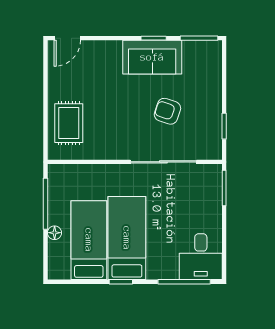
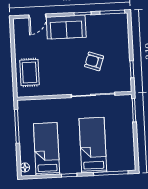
door: (67, 38) -> (37, 16), moved
sofa: (152, 57) -> (66, 27), moved
floor lamp: (55, 233) -> (25, 167), moved
bed: (127, 238) -> (93, 145), moved
desk: (201, 257) -> (121, 156), removed

